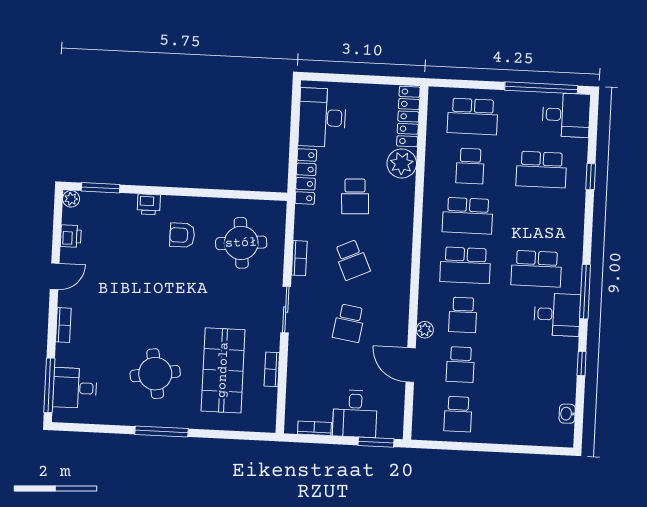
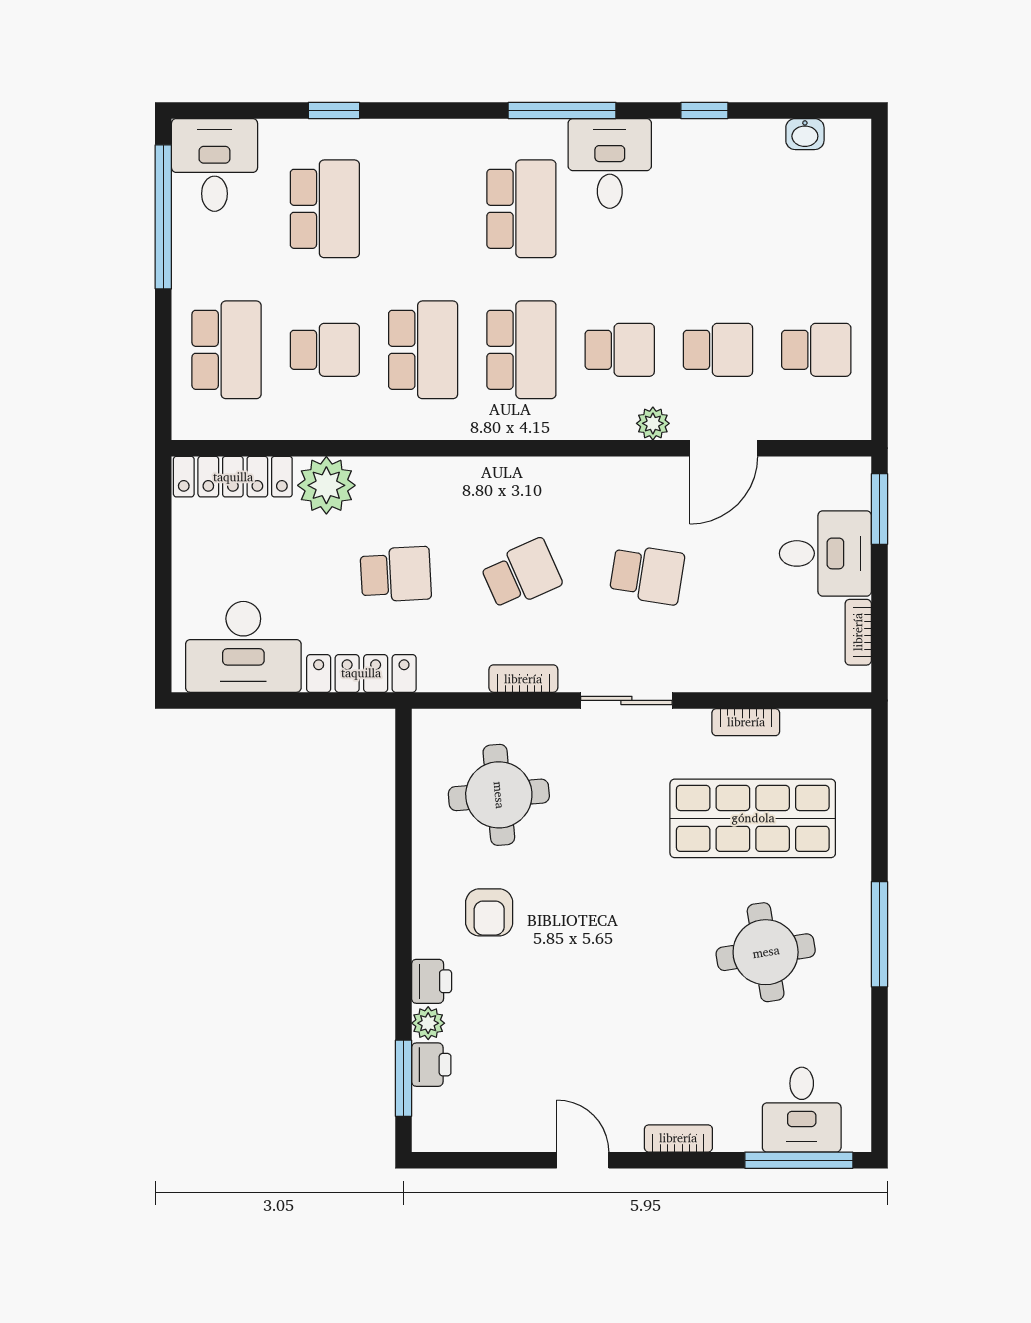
plant: (71, 199) -> (428, 1023), moved
printer: (71, 236) -> (431, 1065), moved, turned 90

